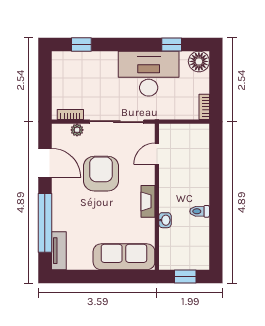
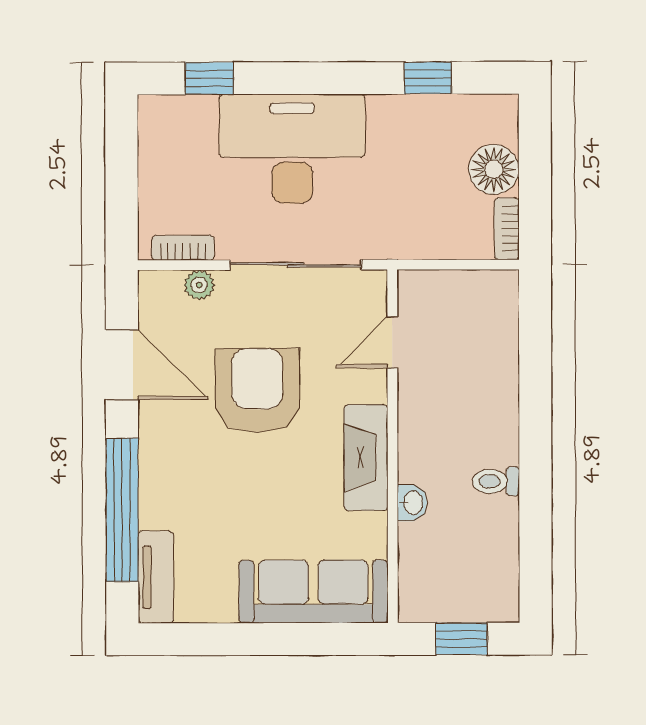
floor lamp: (199, 61) -> (494, 169), moved
desk: (149, 74) -> (292, 149), moved
fireplace: (148, 201) -> (366, 458), width x1.37, depth x1.32

